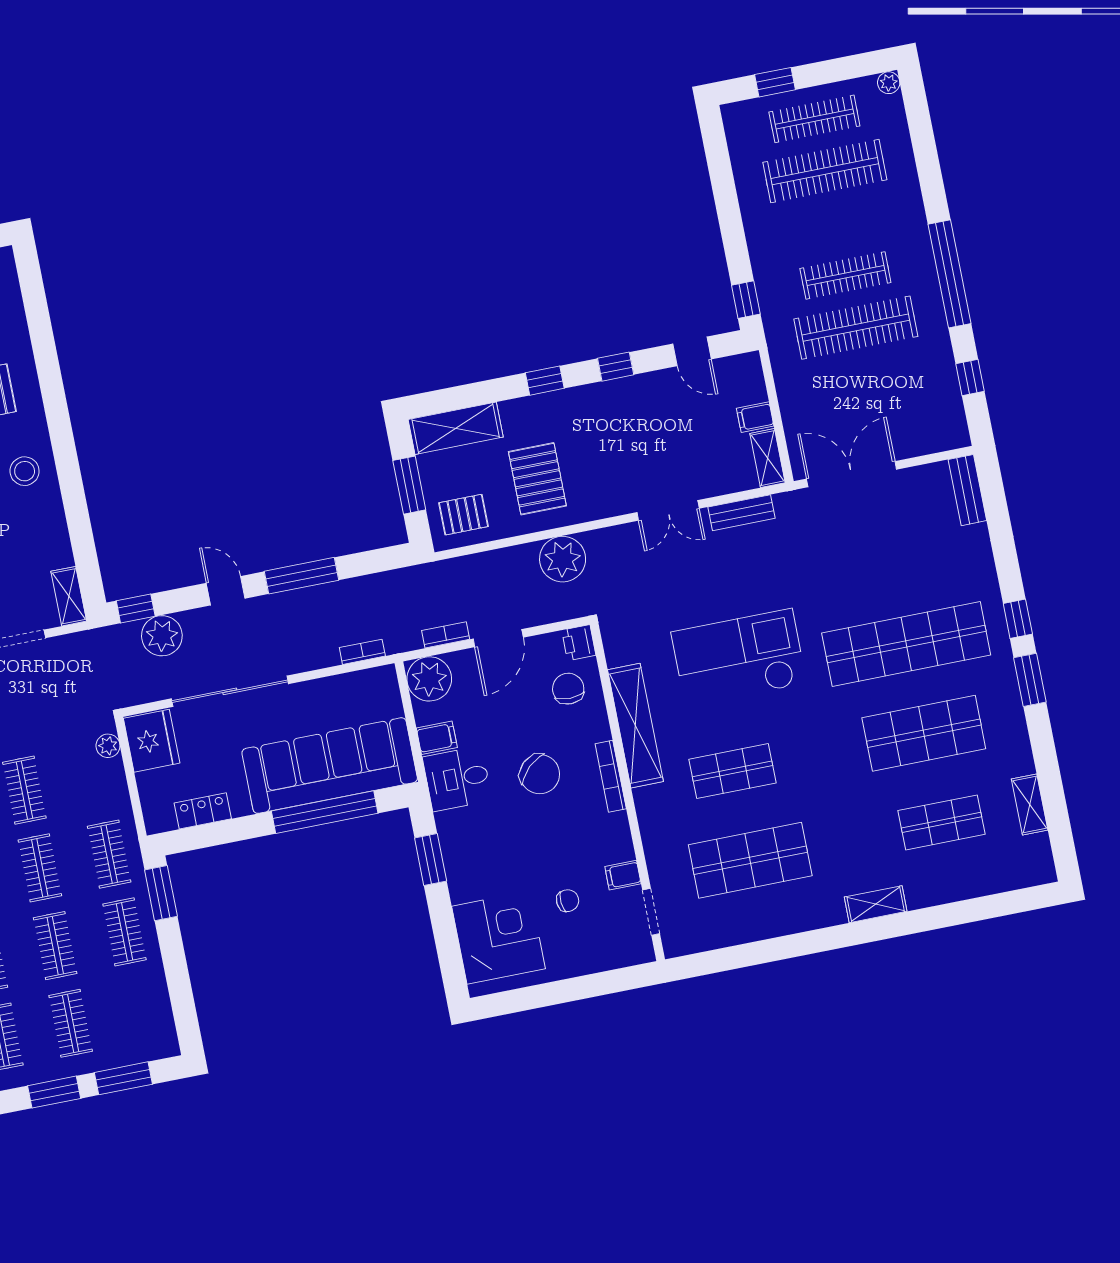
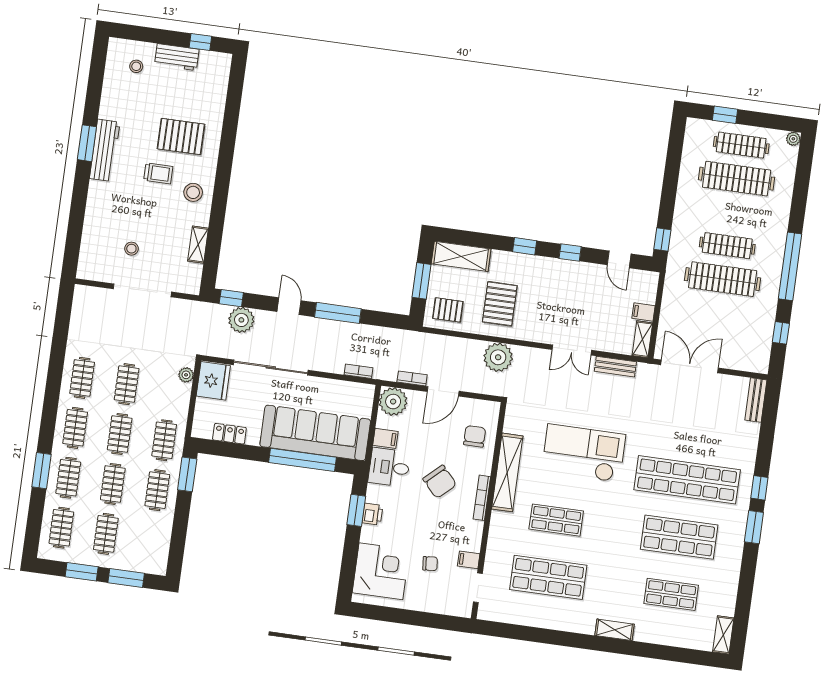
shelving: (69, 596) -> (198, 245), moved
printer: (579, 643) -> (372, 514), moved, turned 180
shelving: (1030, 804) -> (723, 635), moved

